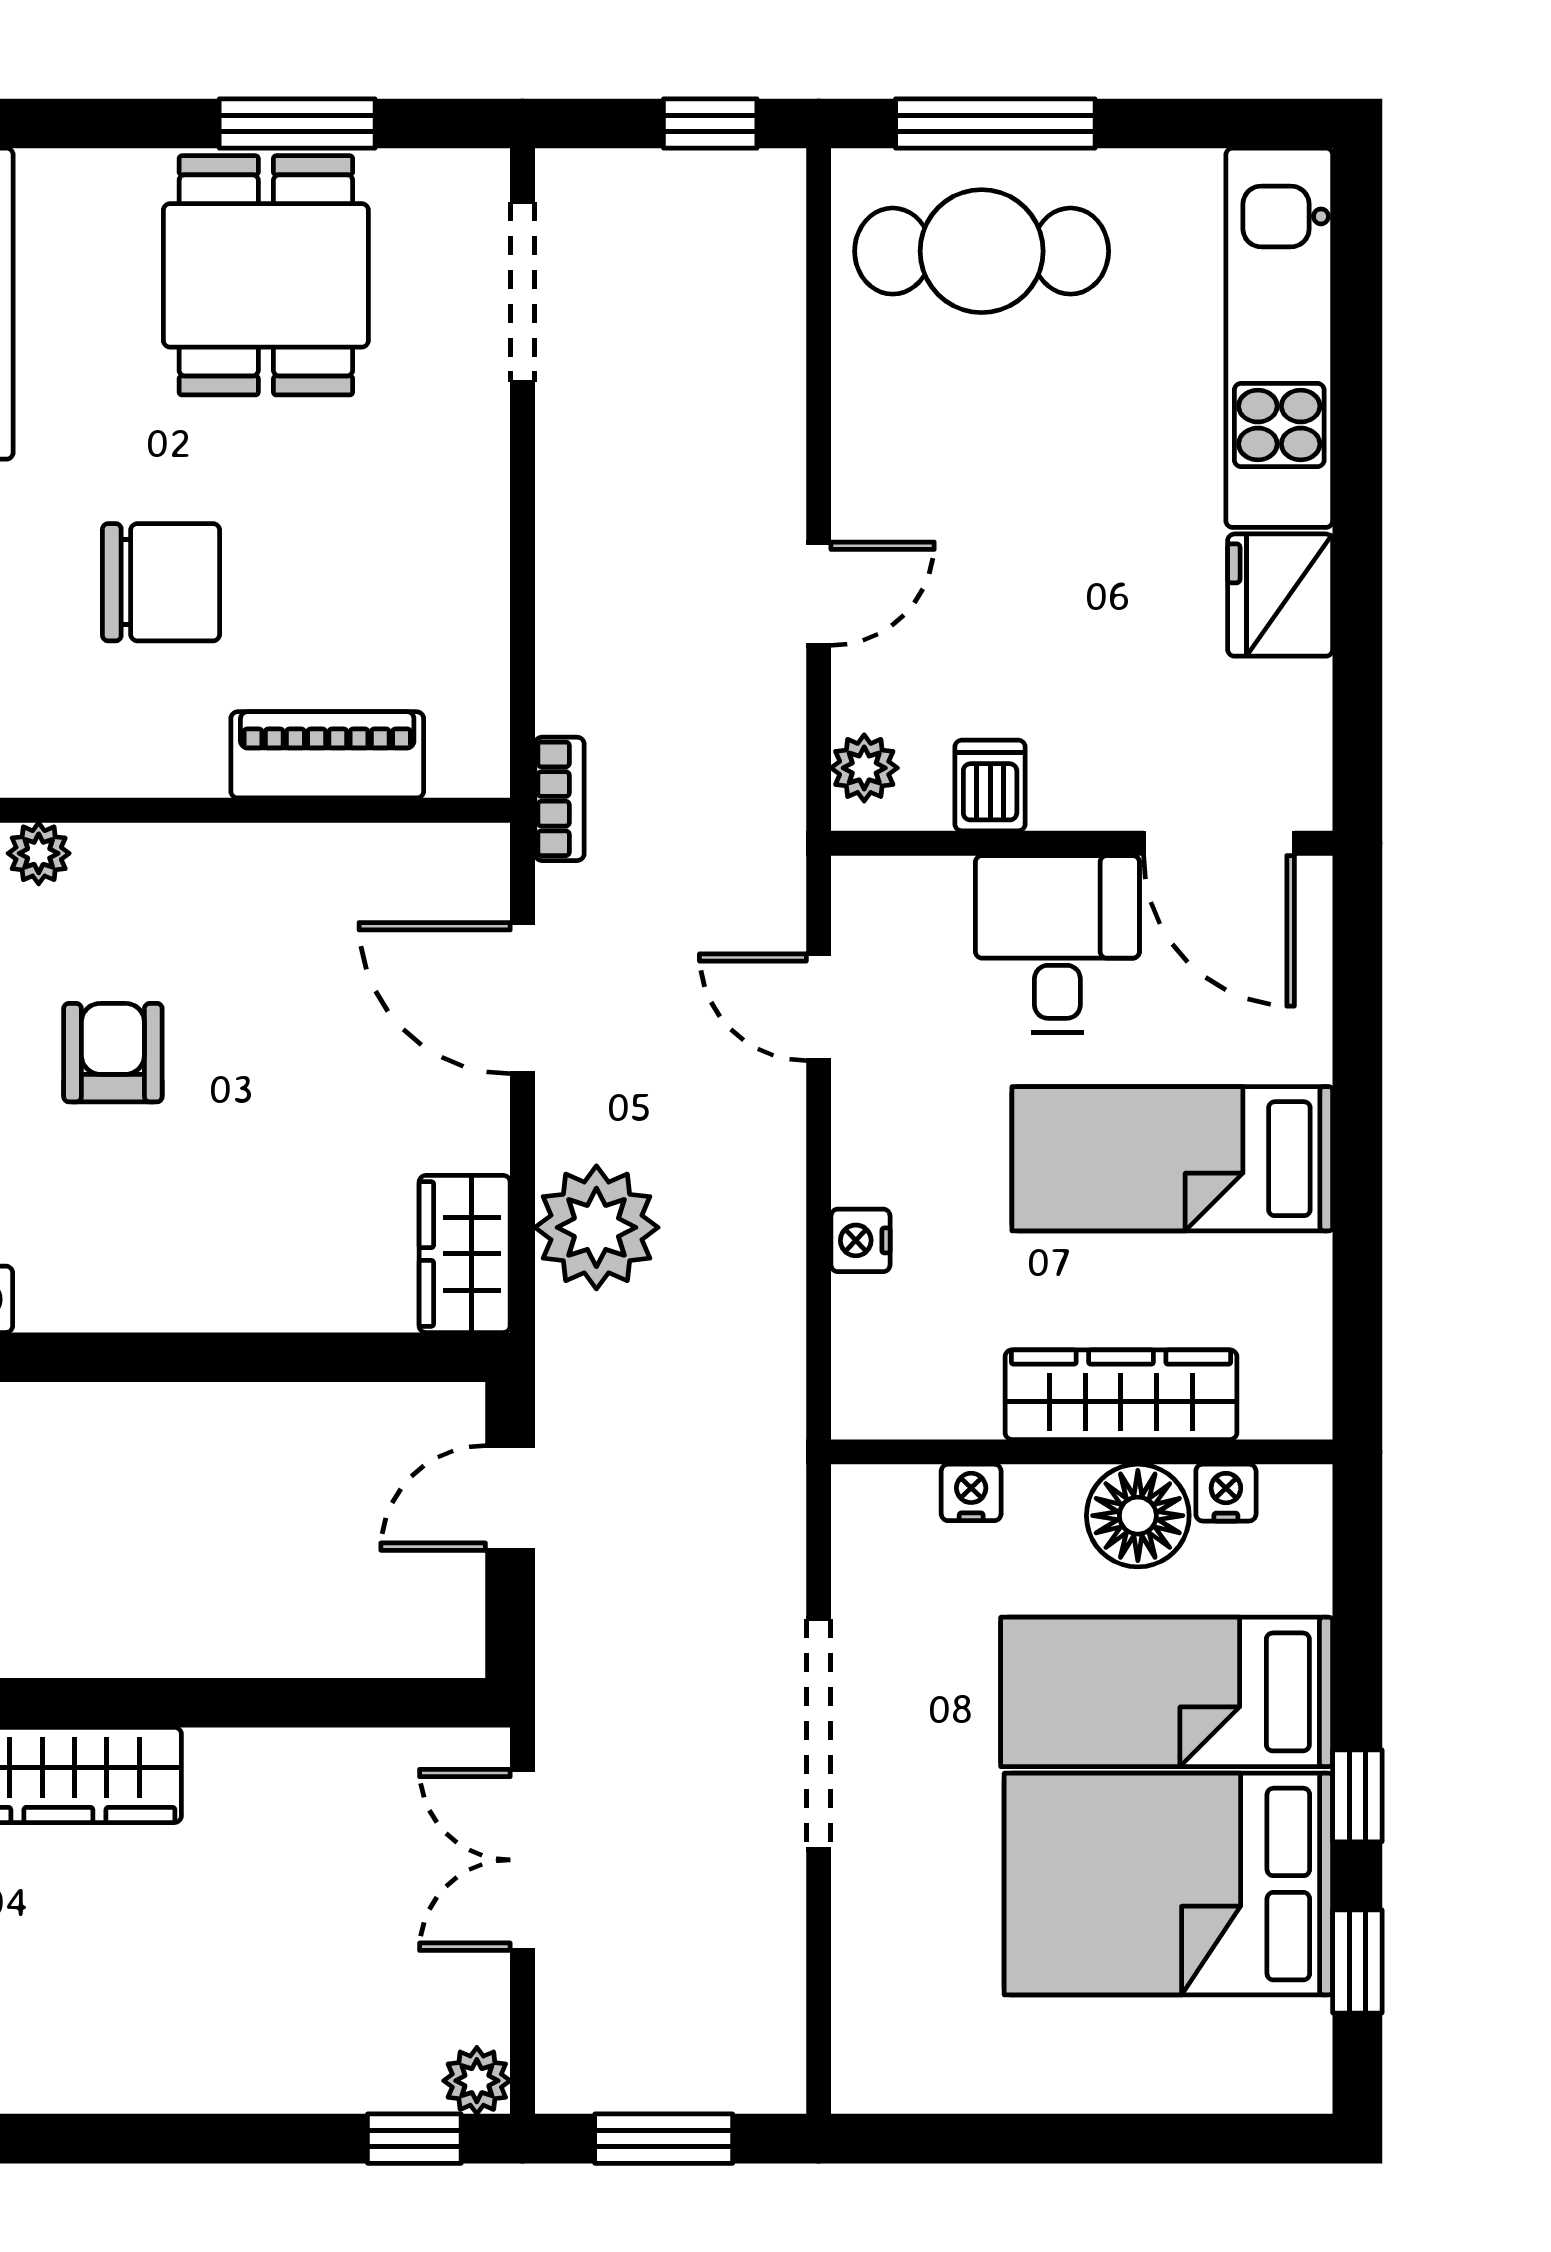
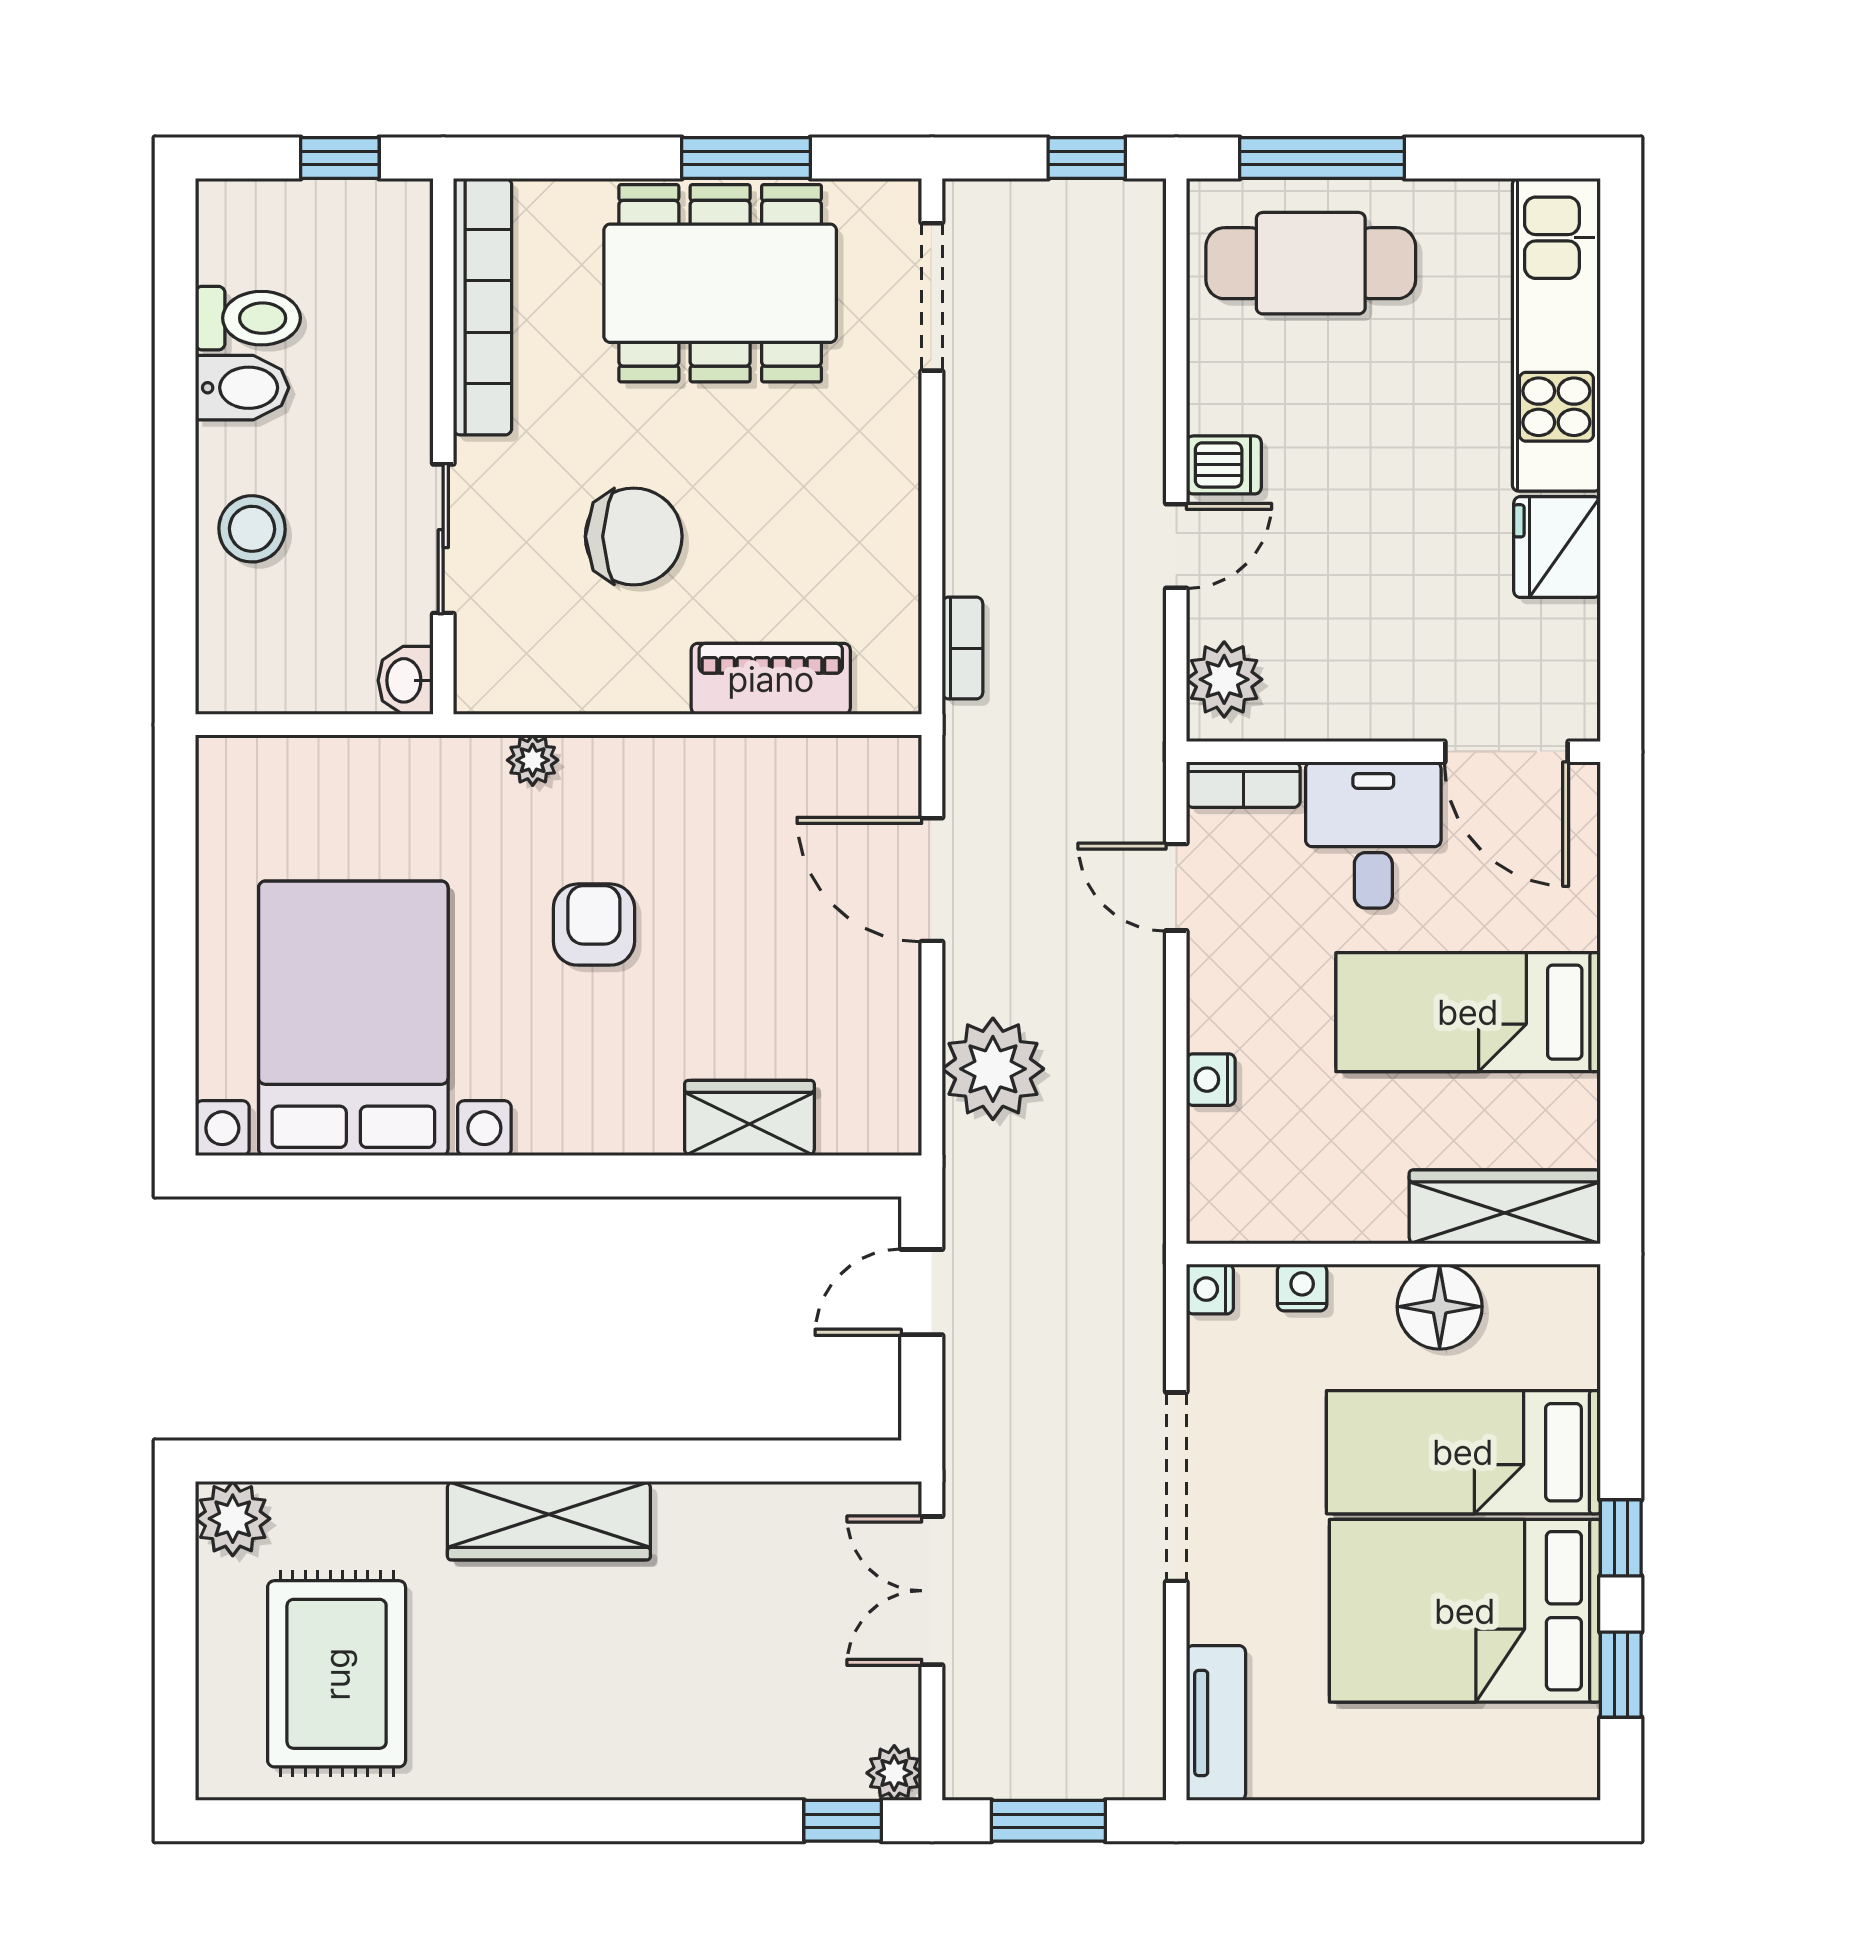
dining table: (266, 275) -> (720, 283), width x1.38
plant: (864, 768) -> (1224, 679), width x1.38, depth x1.38
dishwasher: (990, 785) -> (1224, 465), moved, turned 90
bookcase: (560, 799) -> (962, 648), moved
bookcase: (900, 883) -> (1243, 785), added
wardrobe: (465, 1254) -> (749, 1118), moved, turned 90
wardrobe: (1121, 1395) -> (1505, 1207), moved
nightstand: (1226, 1493) -> (1210, 1289), moved, turned -90
tv unit: (867, 2020) -> (1216, 1723), added

